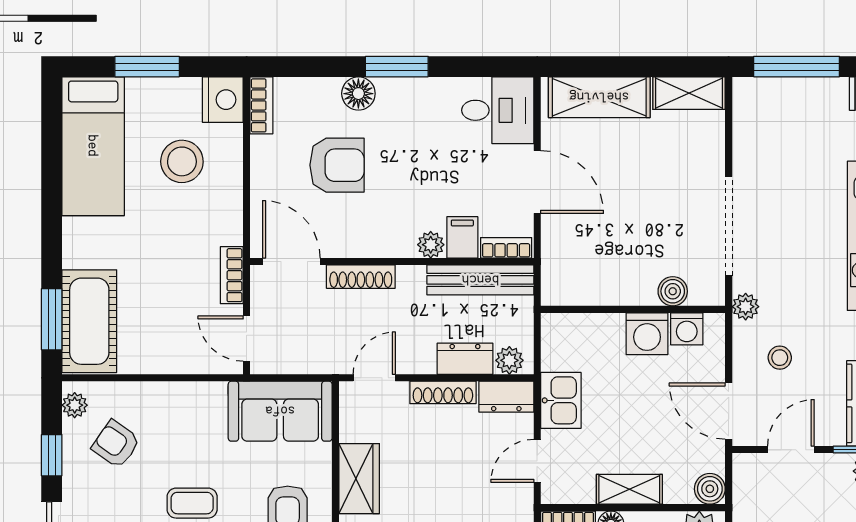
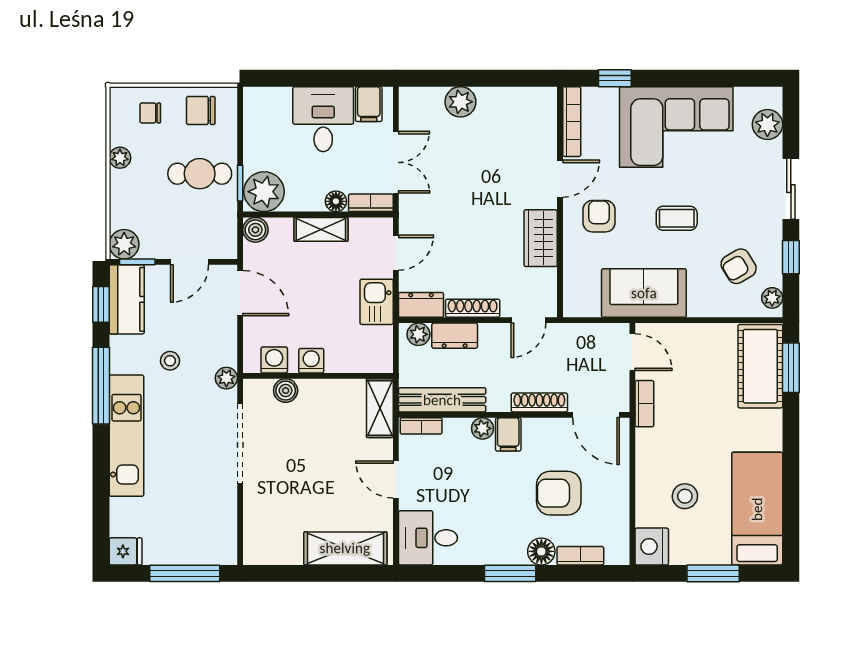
shelving: (689, 93) -> (380, 408), moved, turned 90
bookcase: (261, 105) -> (580, 556), moved, turned 90
stool: (182, 161) -> (685, 496), width x0.73, depth x0.73
door: (537, 182) -> (396, 479), width x0.73
filing cabinet: (462, 237) -> (508, 434), moved
washing machine: (647, 334) -> (311, 361), width x0.73, depth x0.73
stool: (780, 358) -> (170, 361), moved
sofa: (280, 411) -> (644, 293), moved
armchair: (116, 444) -> (739, 266), turned 114

